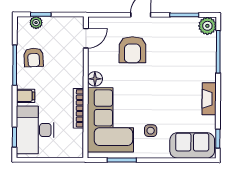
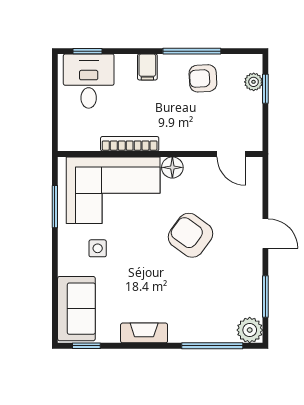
armchair: (132, 50) -> (191, 235), moved, turned 36
desk: (35, 130) -> (89, 81), width x0.73

